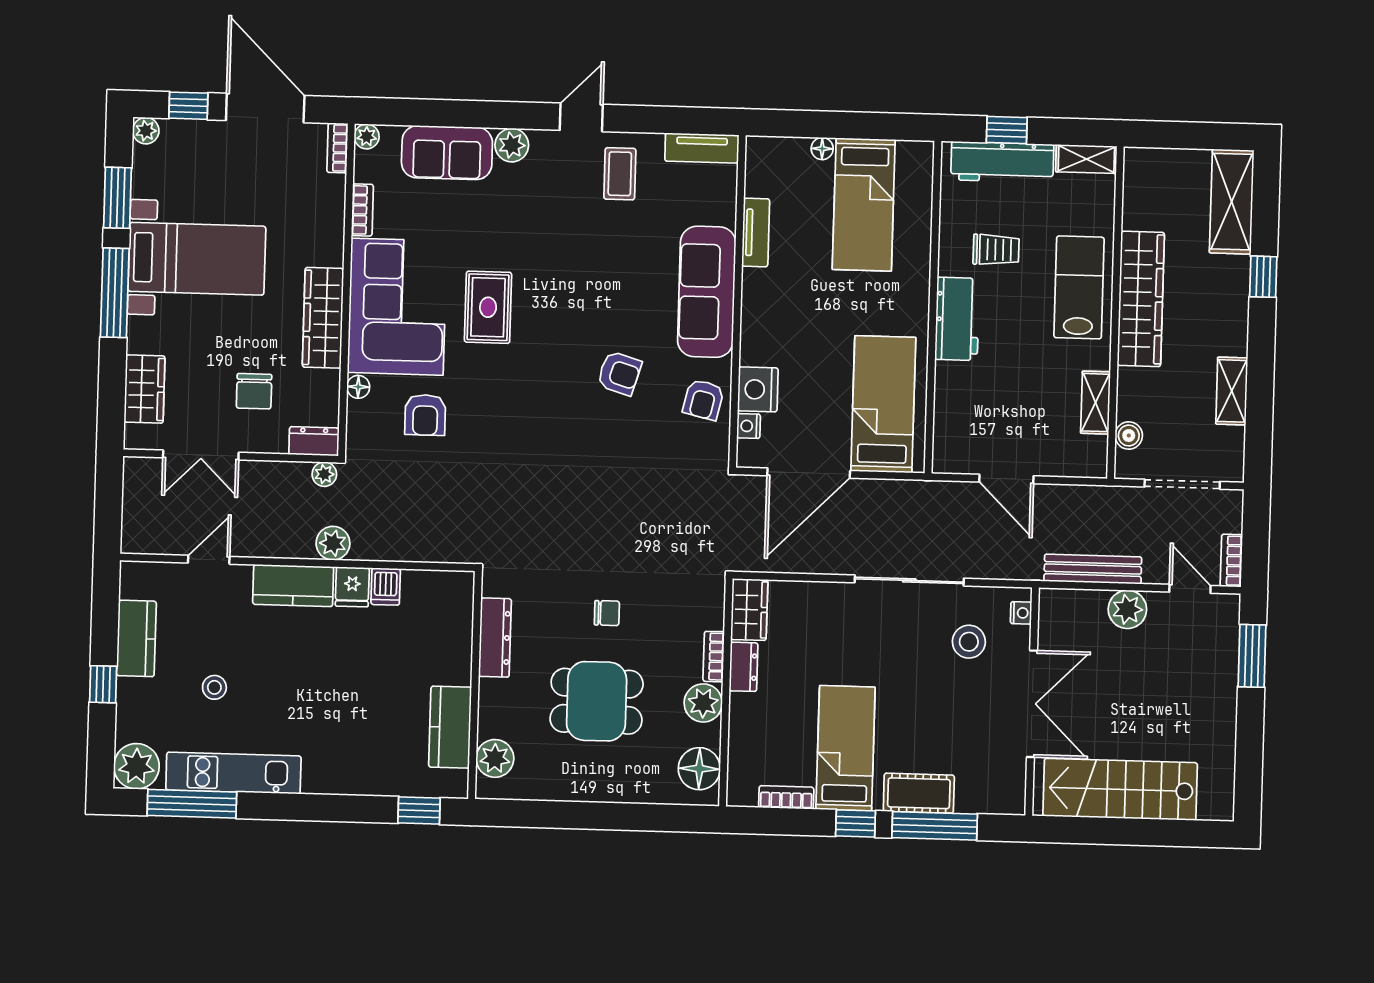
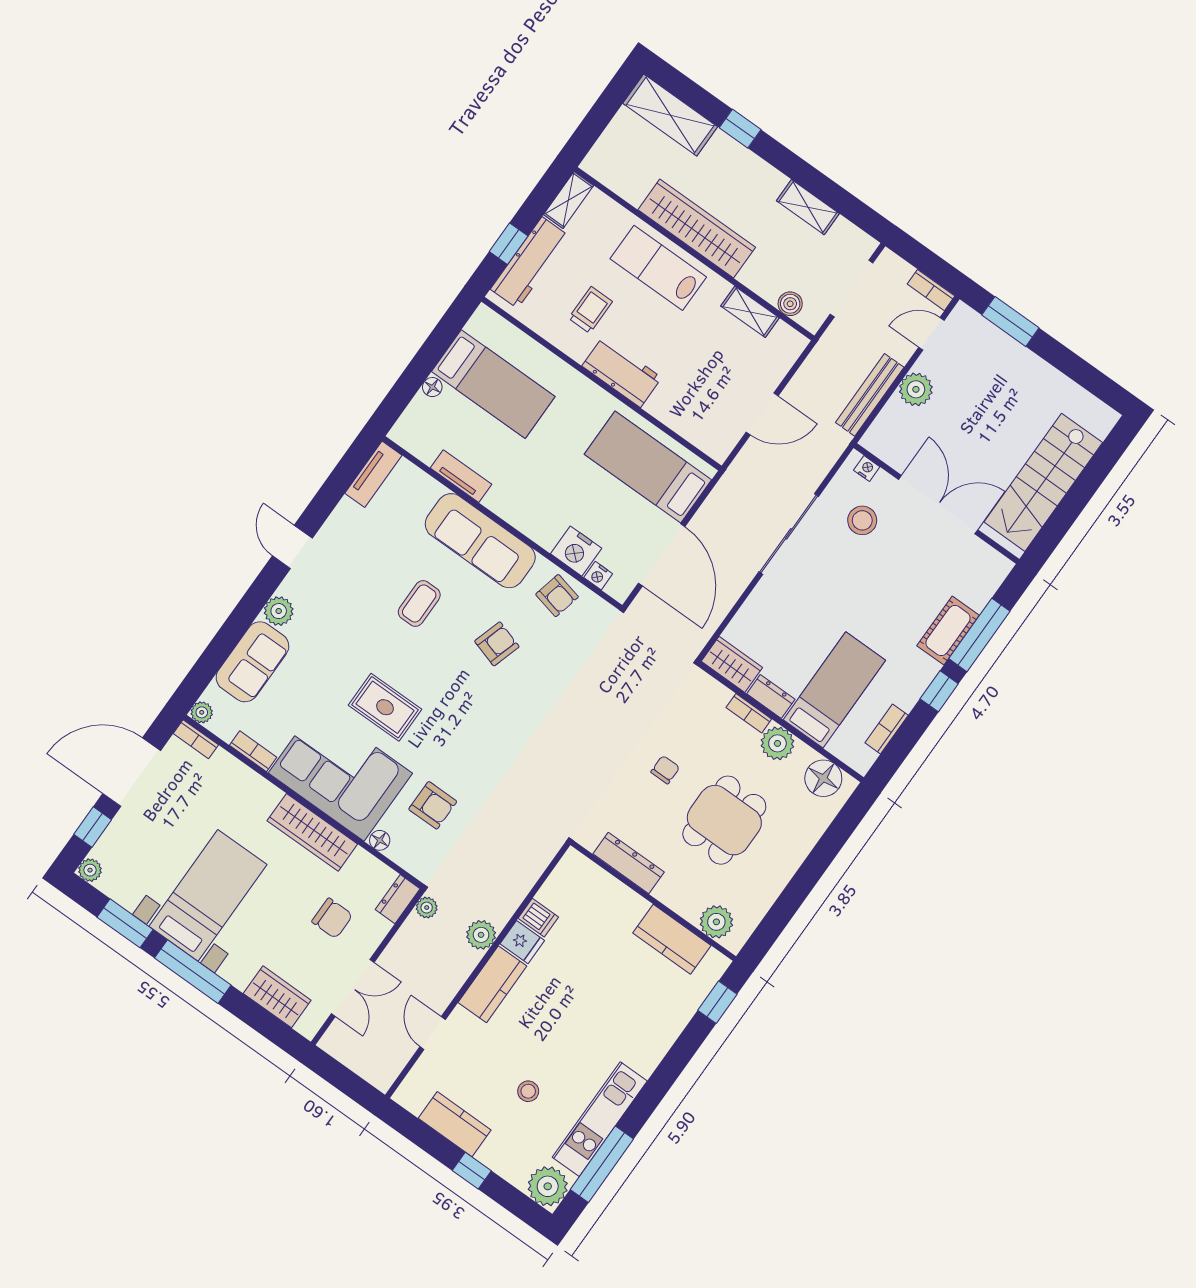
coffee table: (620, 174) -> (419, 604), moved, turned 90
bed: (846, 748) -> (834, 690), moved, turned 90

